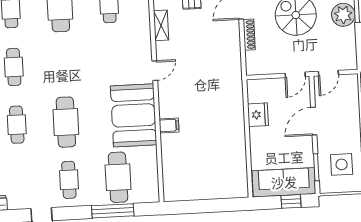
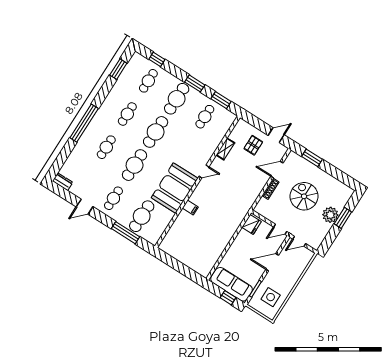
cafe table: (63, 64) -> (156, 132), added
fridge: (258, 115) -> (252, 224), moved

